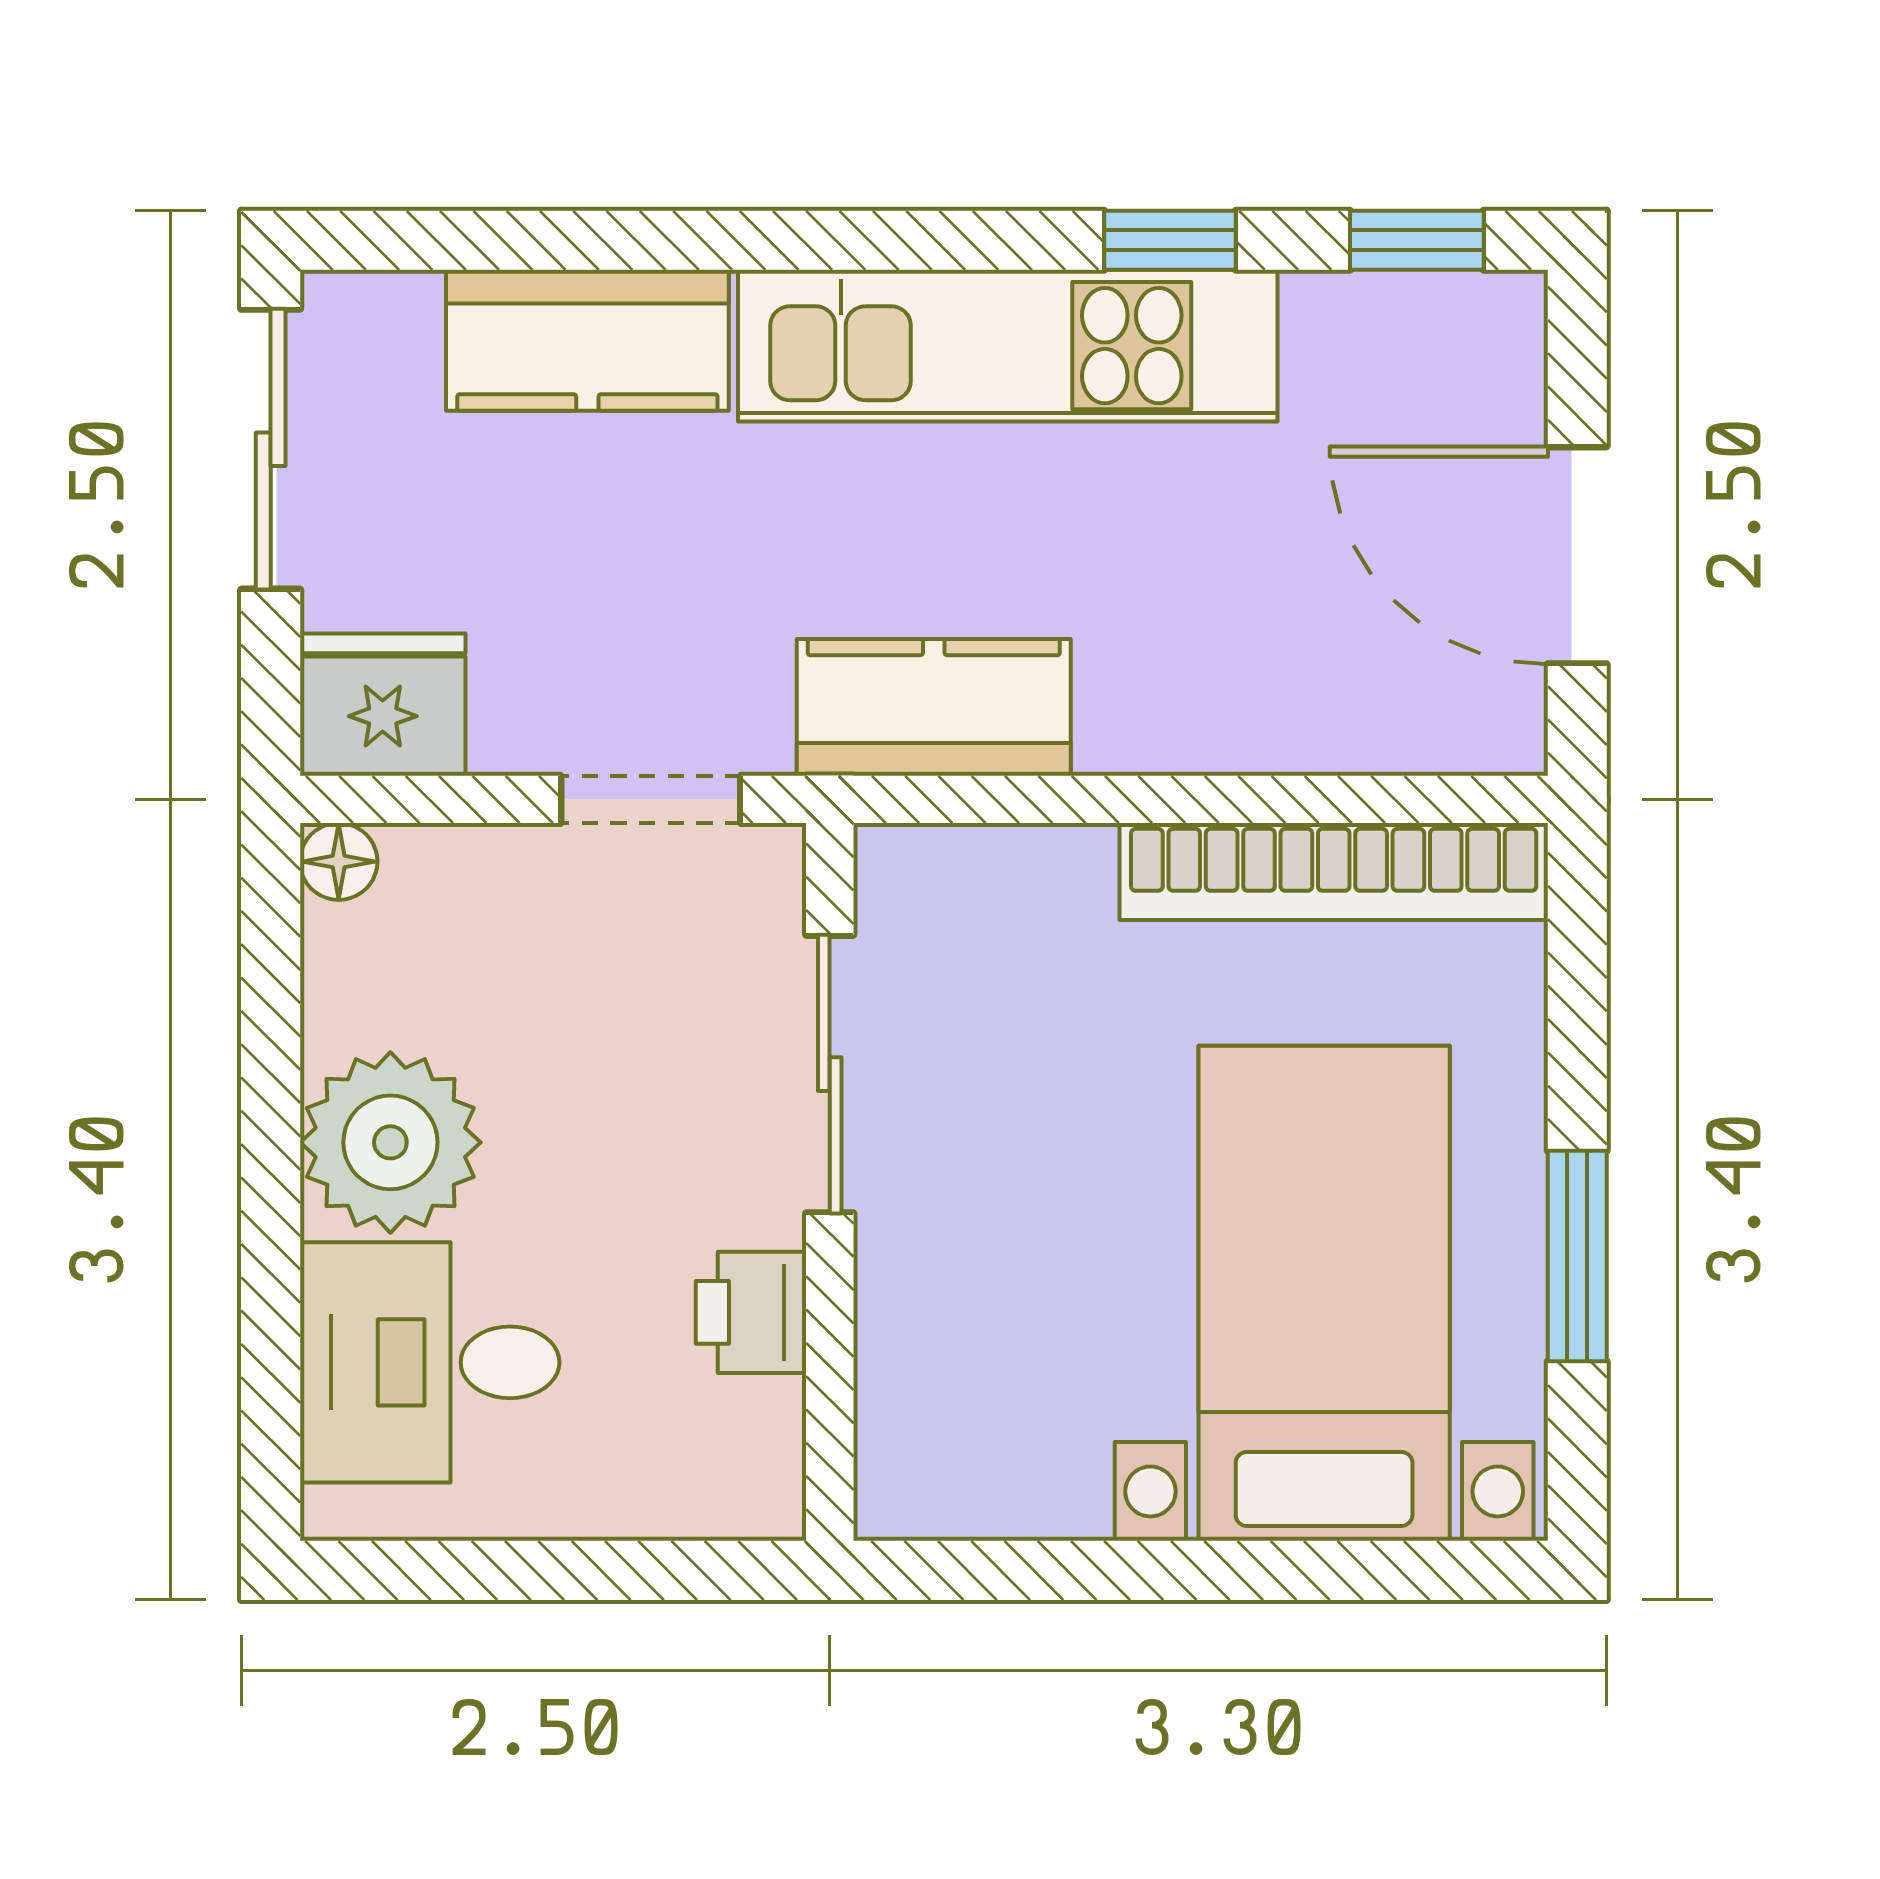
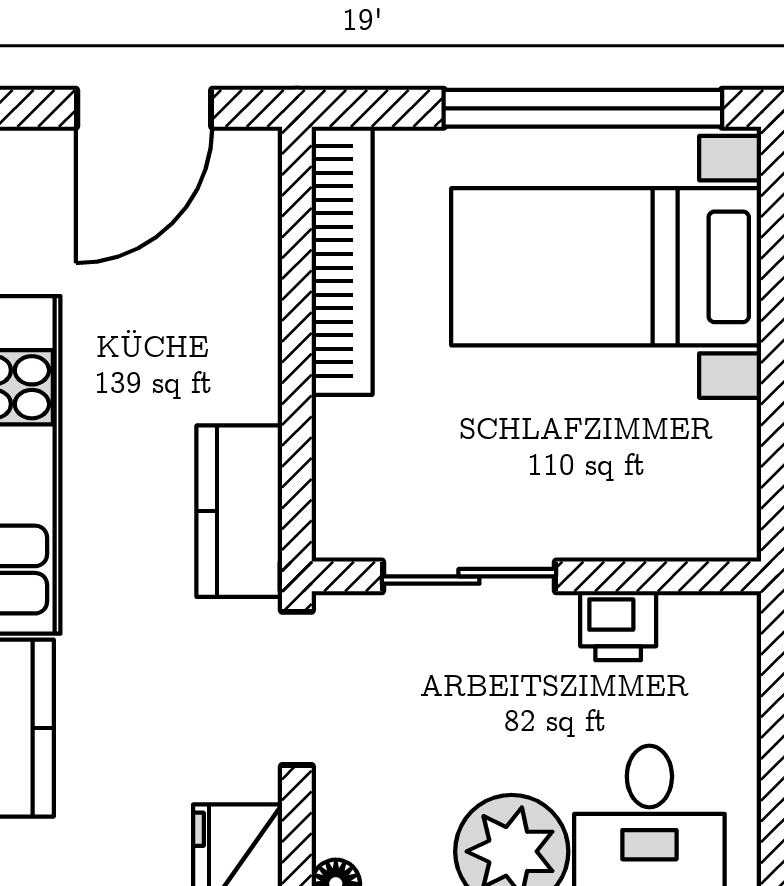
doorway: (651, 799) -> (297, 688), width x1.38
window: (1577, 1256) -> (583, 108), width x2.11

